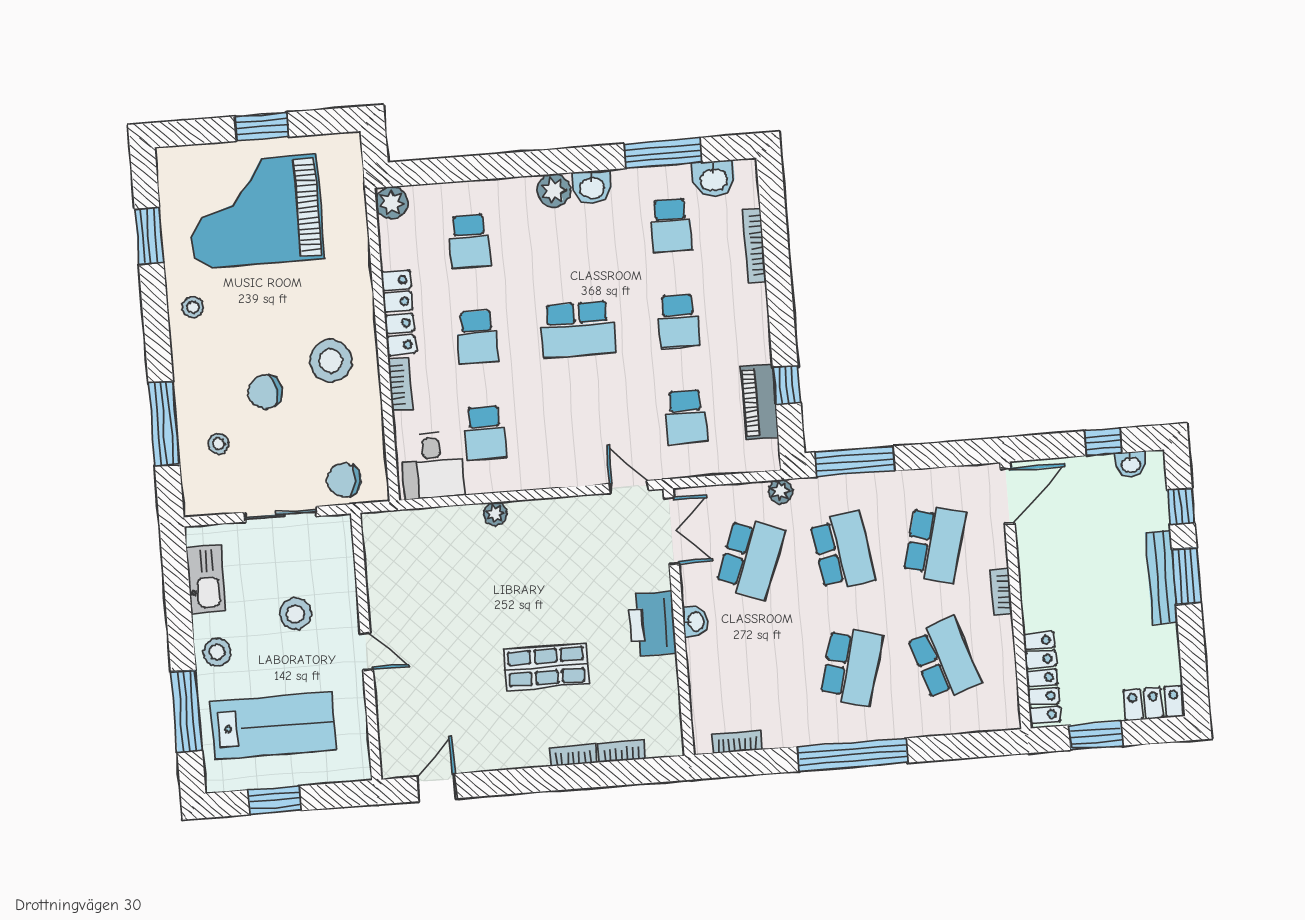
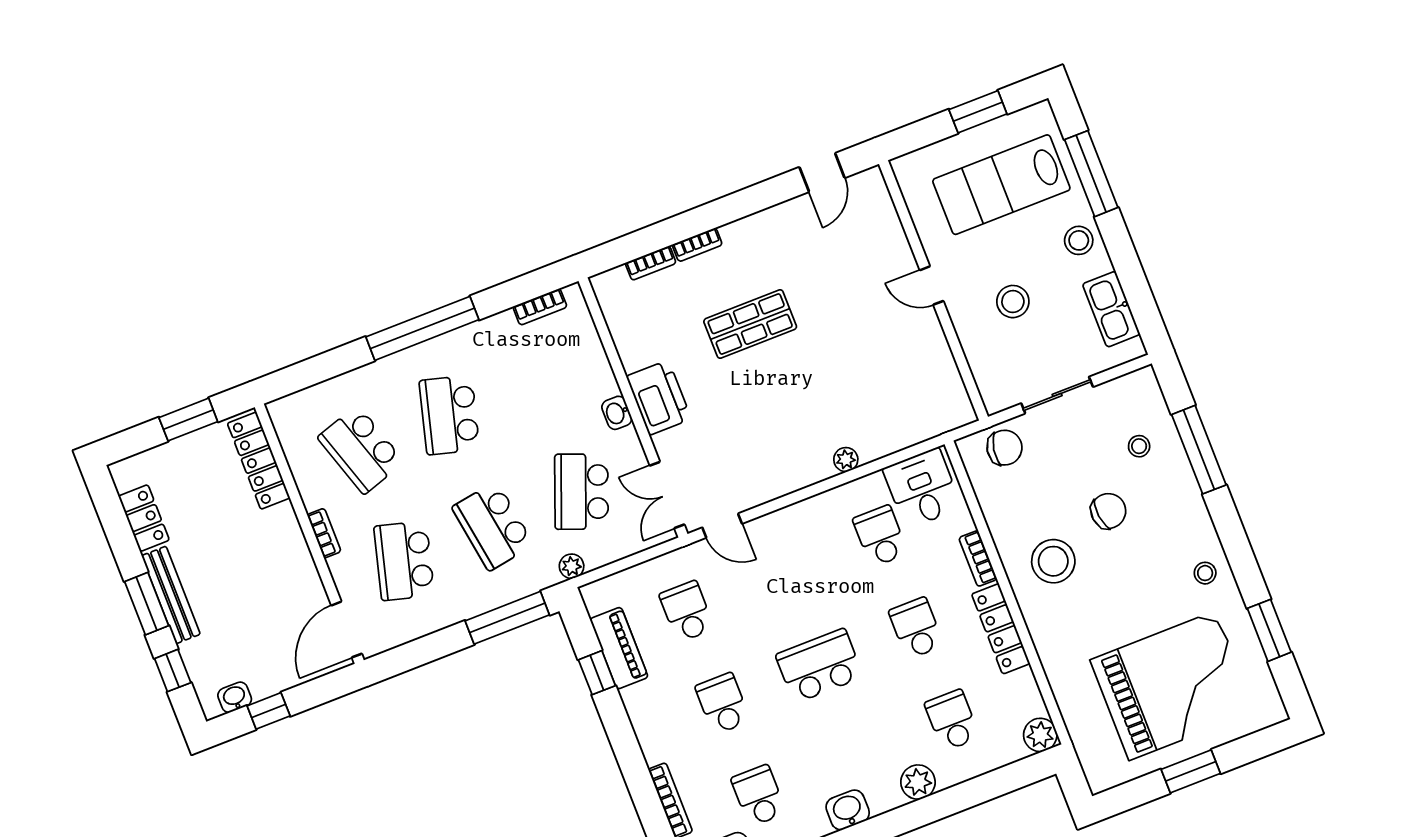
plant: (554, 191) -> (918, 782), moved
locker: (1153, 703) -> (144, 518), moved, turned -90

